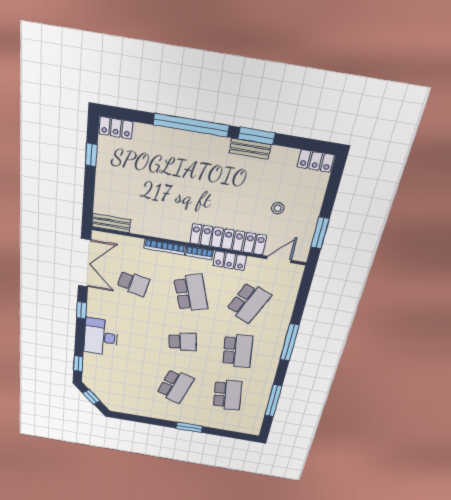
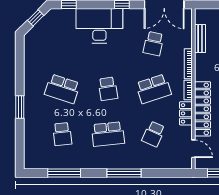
bench: (111, 223) -> (200, 39), moved
school desk: (249, 303) -> (154, 134), width x0.54
desk: (101, 337) -> (99, 26), width x1.36, depth x1.30
school desk: (228, 395) -> (62, 134), width x0.54

